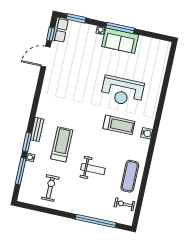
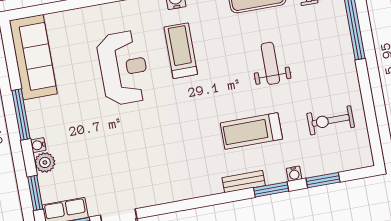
plant: (90, 30) -> (45, 162), added
sofa: (120, 41) -> (33, 57), moved, width x1.36
window: (21, 171) -> (323, 180), width x0.69

